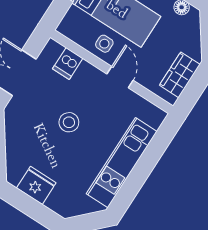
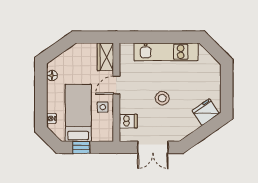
wardrobe: (180, 75) -> (105, 57), moved, turned 90
fridge: (36, 185) -> (206, 112), moved, turned 55

